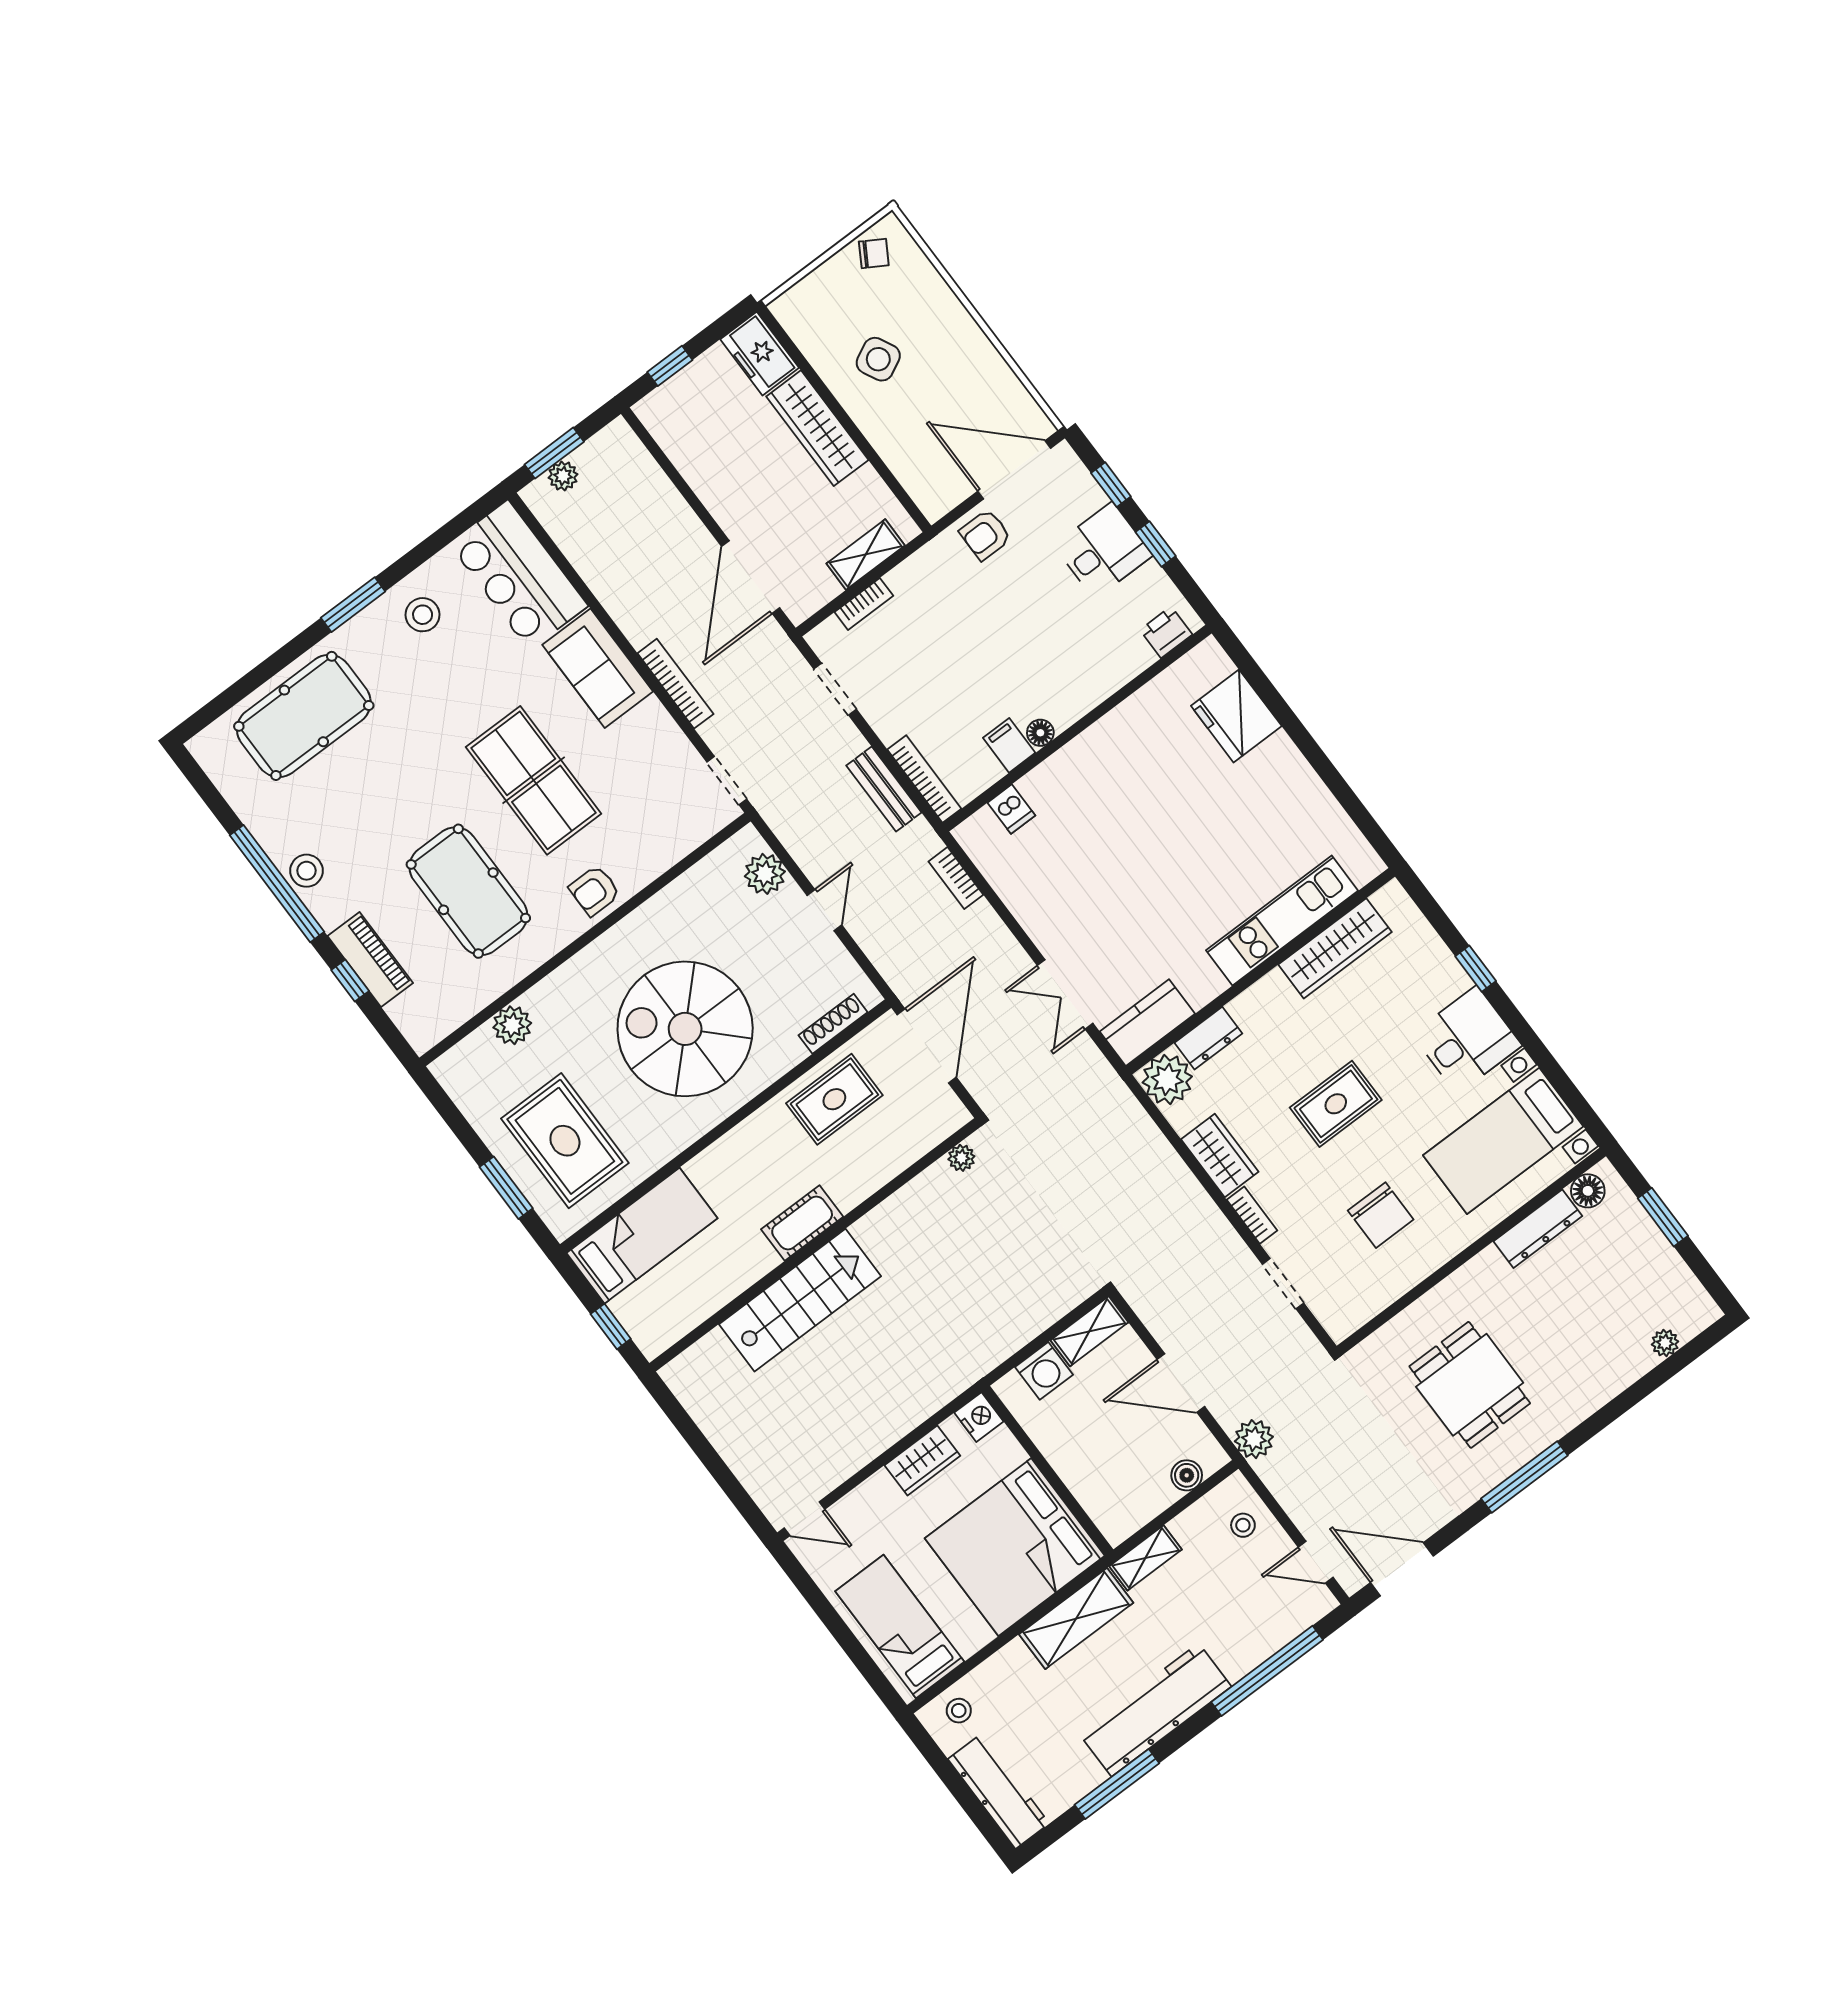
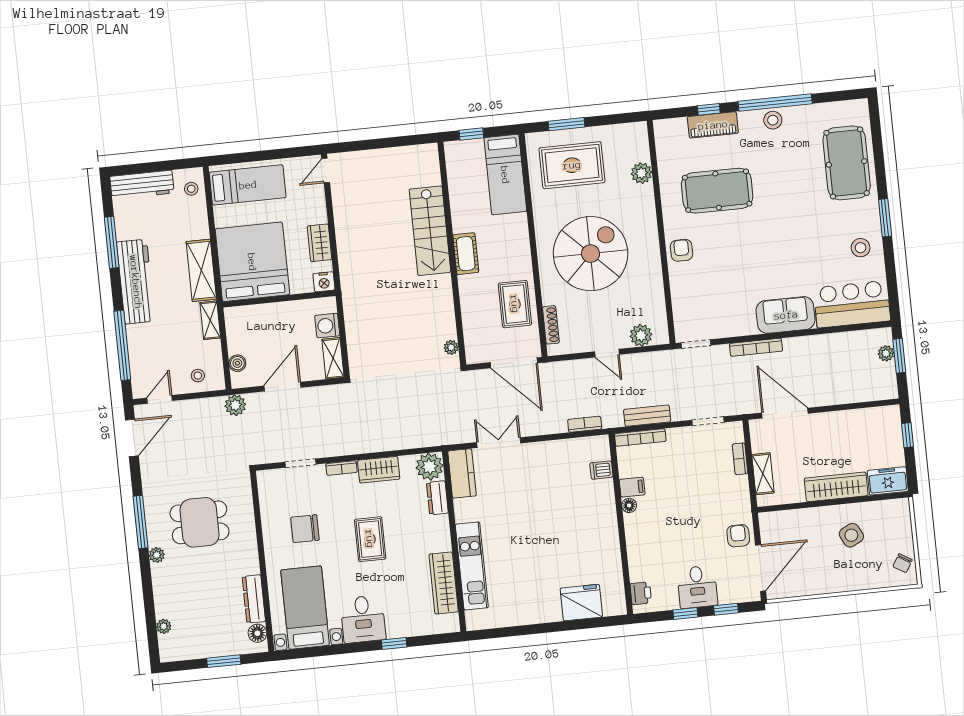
table tennis table: (534, 780) -> (751, 253), removed
plant: (1561, 1421) -> (157, 555), added

